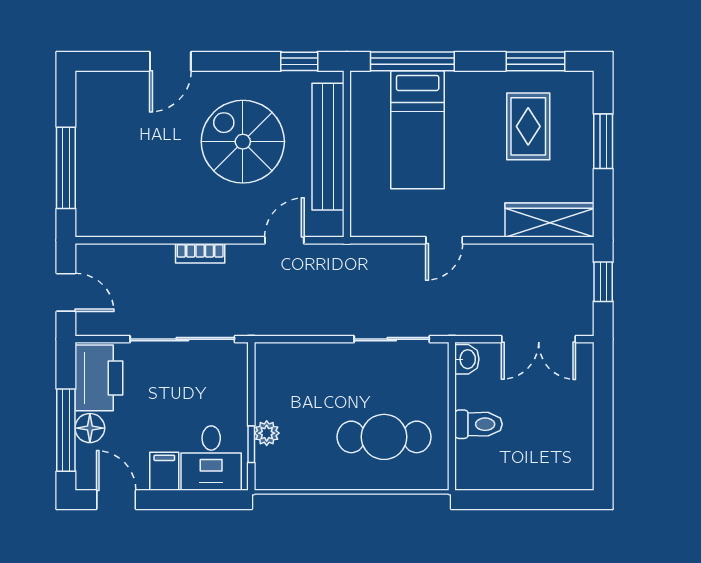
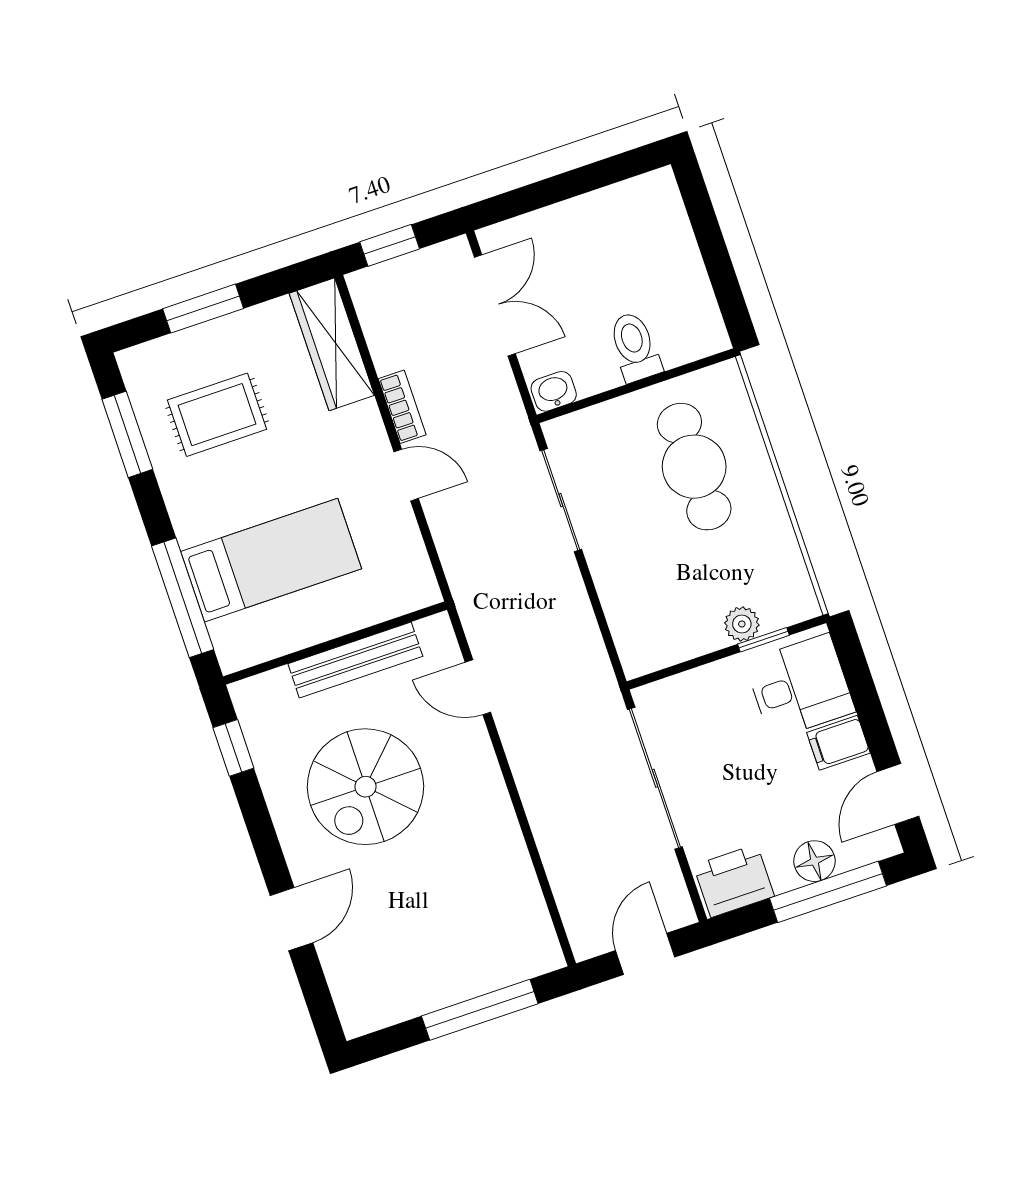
door: (170, 61) -> (291, 919), hinge flipped
bench: (328, 147) -> (355, 660), width x0.73, depth x0.82
bookcase: (200, 253) -> (402, 407), moved
printer: (99, 378) -> (734, 881), width x0.73, depth x0.84

